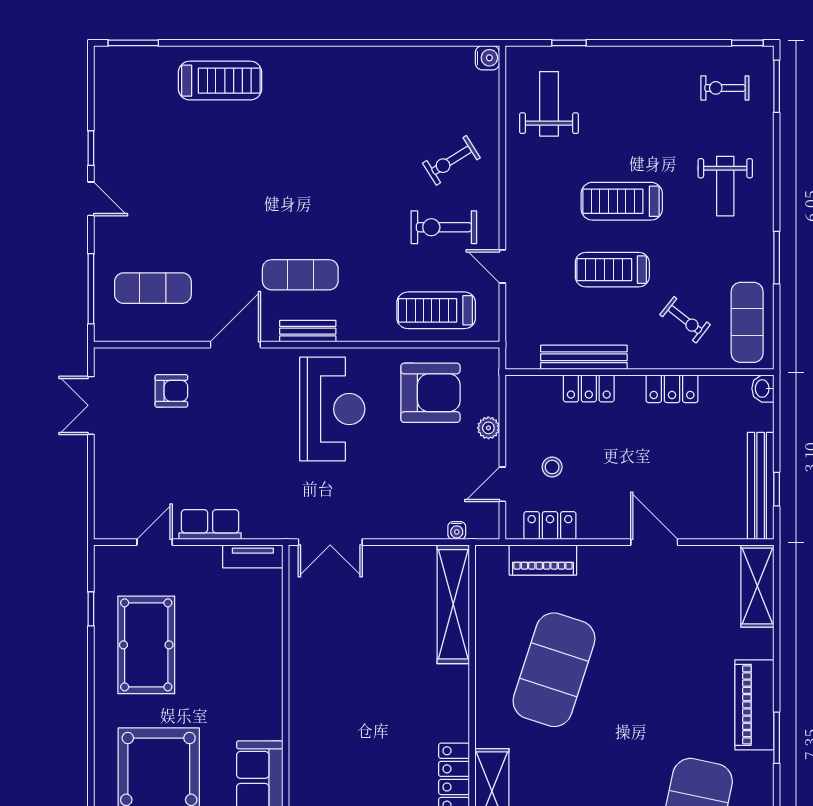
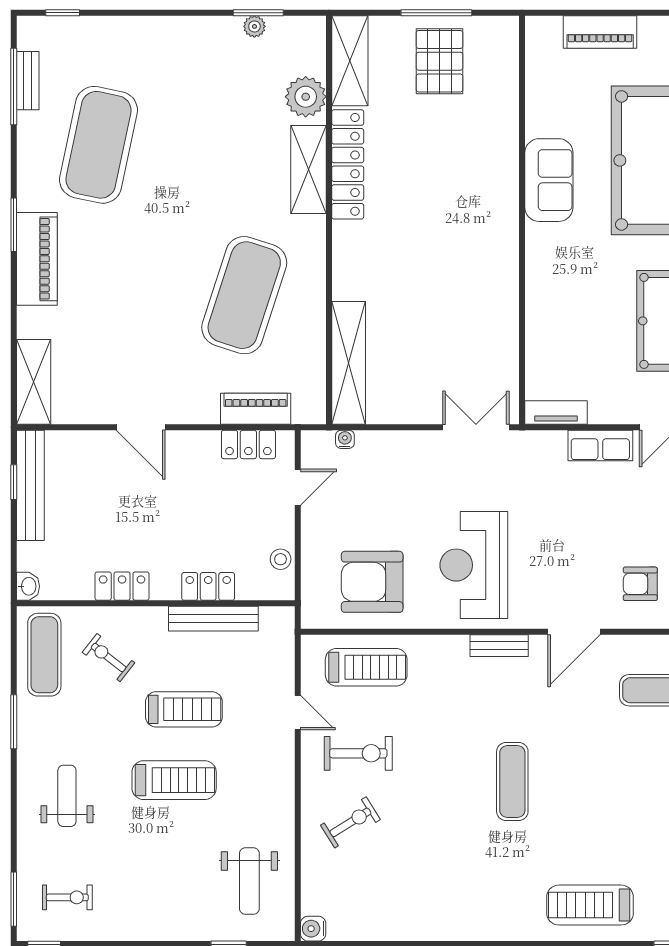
exercise mat: (300, 275) -> (512, 781), moved, turned 90
plant: (488, 428) -> (312, 546), removed
stool: (552, 467) -> (281, 559), moved

